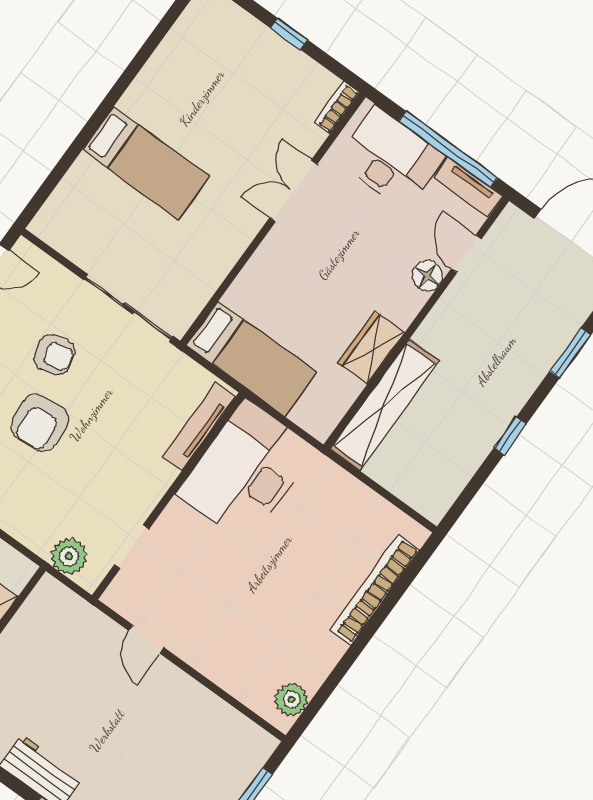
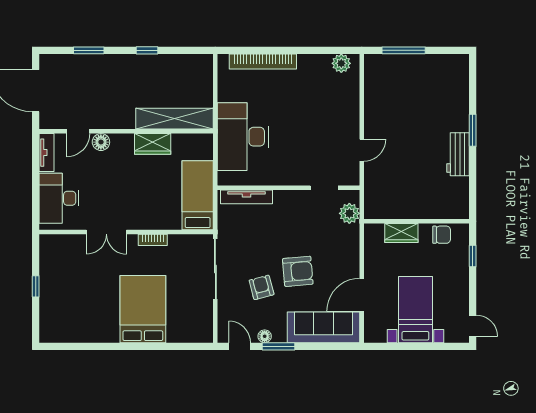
bookcase: (337, 107) -> (153, 240), moved
window: (448, 149) -> (36, 174), removed
bed: (146, 163) -> (143, 309), width x1.50
desk: (246, 472) -> (243, 137), moved, turned 90

